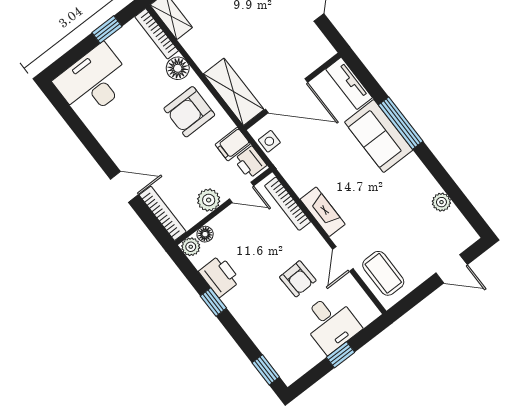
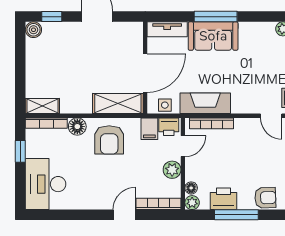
fireplace: (323, 212) -> (205, 103), moved, width x1.37, depth x1.32
armchair: (298, 279) -> (265, 198), moved
window: (213, 302) -> (236, 215), width x2.17

